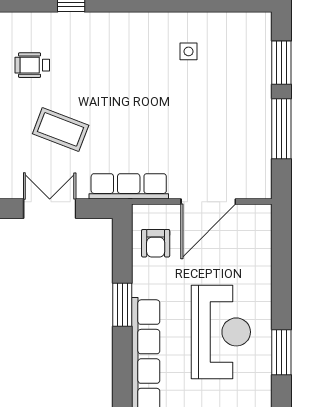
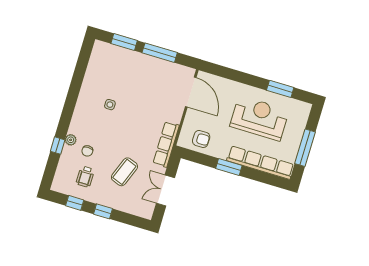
plant: (88, 22) -> (71, 140), added
side table: (189, 51) -> (110, 105), moved
chair: (77, 56) -> (87, 151), added
door: (208, 202) -> (191, 92), moved

